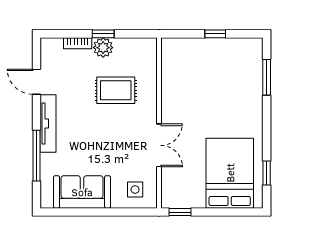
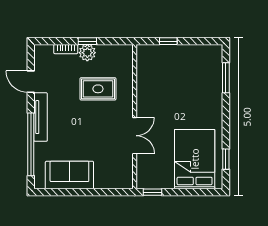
window: (215, 34) -> (168, 41), moved
window: (36, 156) -> (31, 144), width x1.46
side table: (135, 189) -> (114, 173), removed

